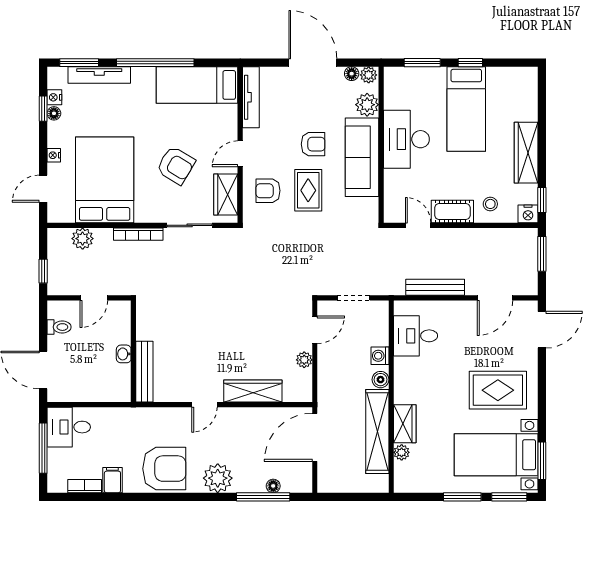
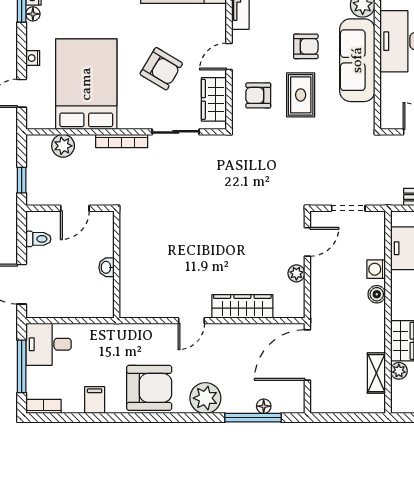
bench: (144, 372) -> (128, 286), removed
shelving: (377, 432) -> (376, 373), width x0.45, depth x0.75
bookcase: (85, 486) -> (43, 406), moved

